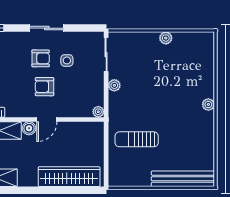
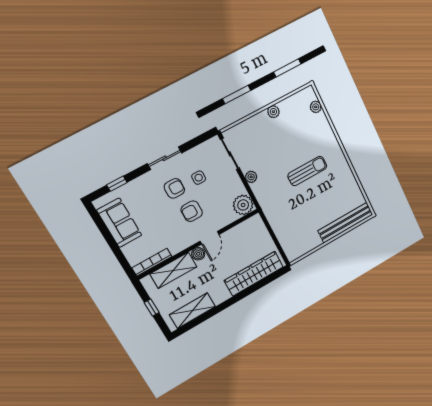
plant: (208, 104) -> (316, 107), moved
plant: (98, 112) -> (243, 205), width x1.88, depth x1.88
sun lounger: (137, 139) -> (307, 171), moved, turned 180

